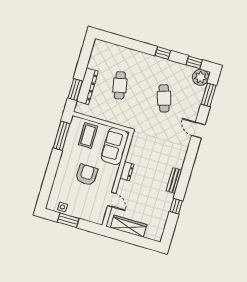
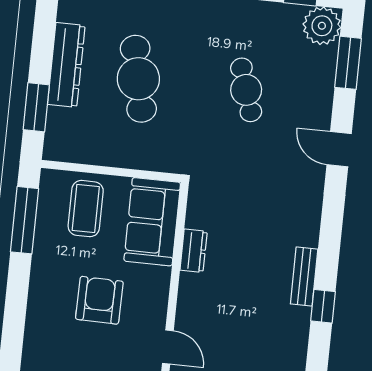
cafe table: (120, 85) -> (138, 79), width x1.37, depth x1.35
dresser: (87, 86) -> (66, 65), moved
dresser: (127, 171) -> (194, 251), moved
window: (176, 206) -> (323, 306), moved

